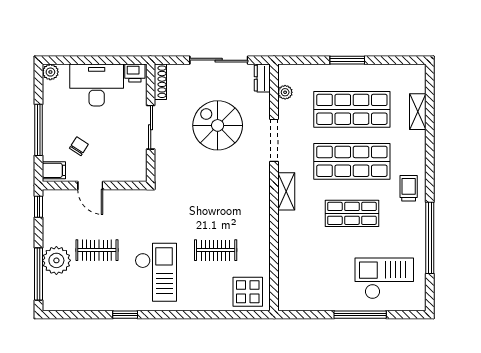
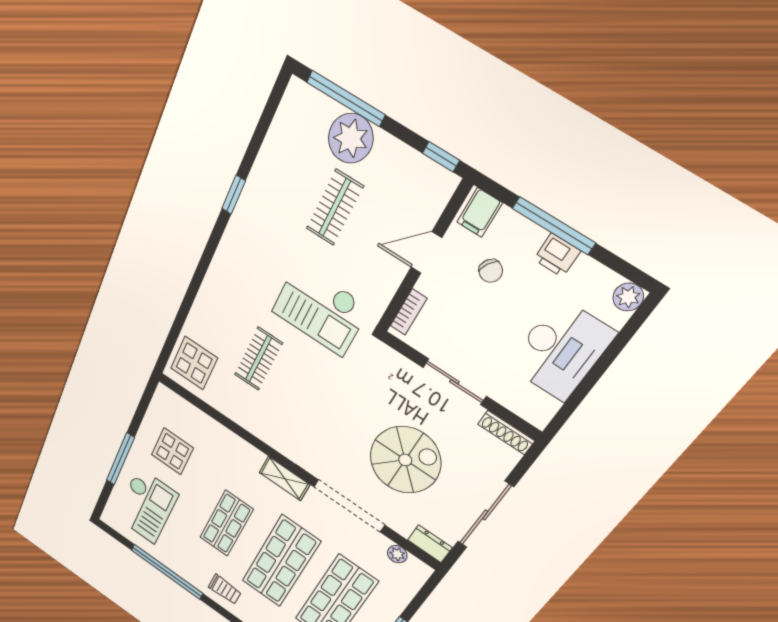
printer: (135, 73) -> (557, 255), moved, turned -90
doorway: (274, 140) -> (349, 506), width x1.36
bookcase: (128, 176) -> (409, 312), added
checkout: (156, 272) -> (320, 309), moved
display table: (324, 278) -> (172, 451), added

